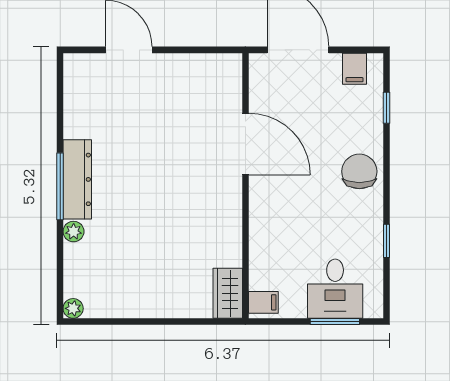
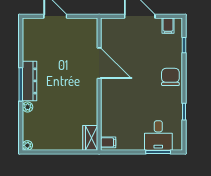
door: (245, 144) -> (99, 63), moved
wall: (245, 186) -> (99, 84), moved
wardrobe: (228, 293) -> (90, 138), moved
filing cabinet: (263, 302) -> (108, 142), moved

